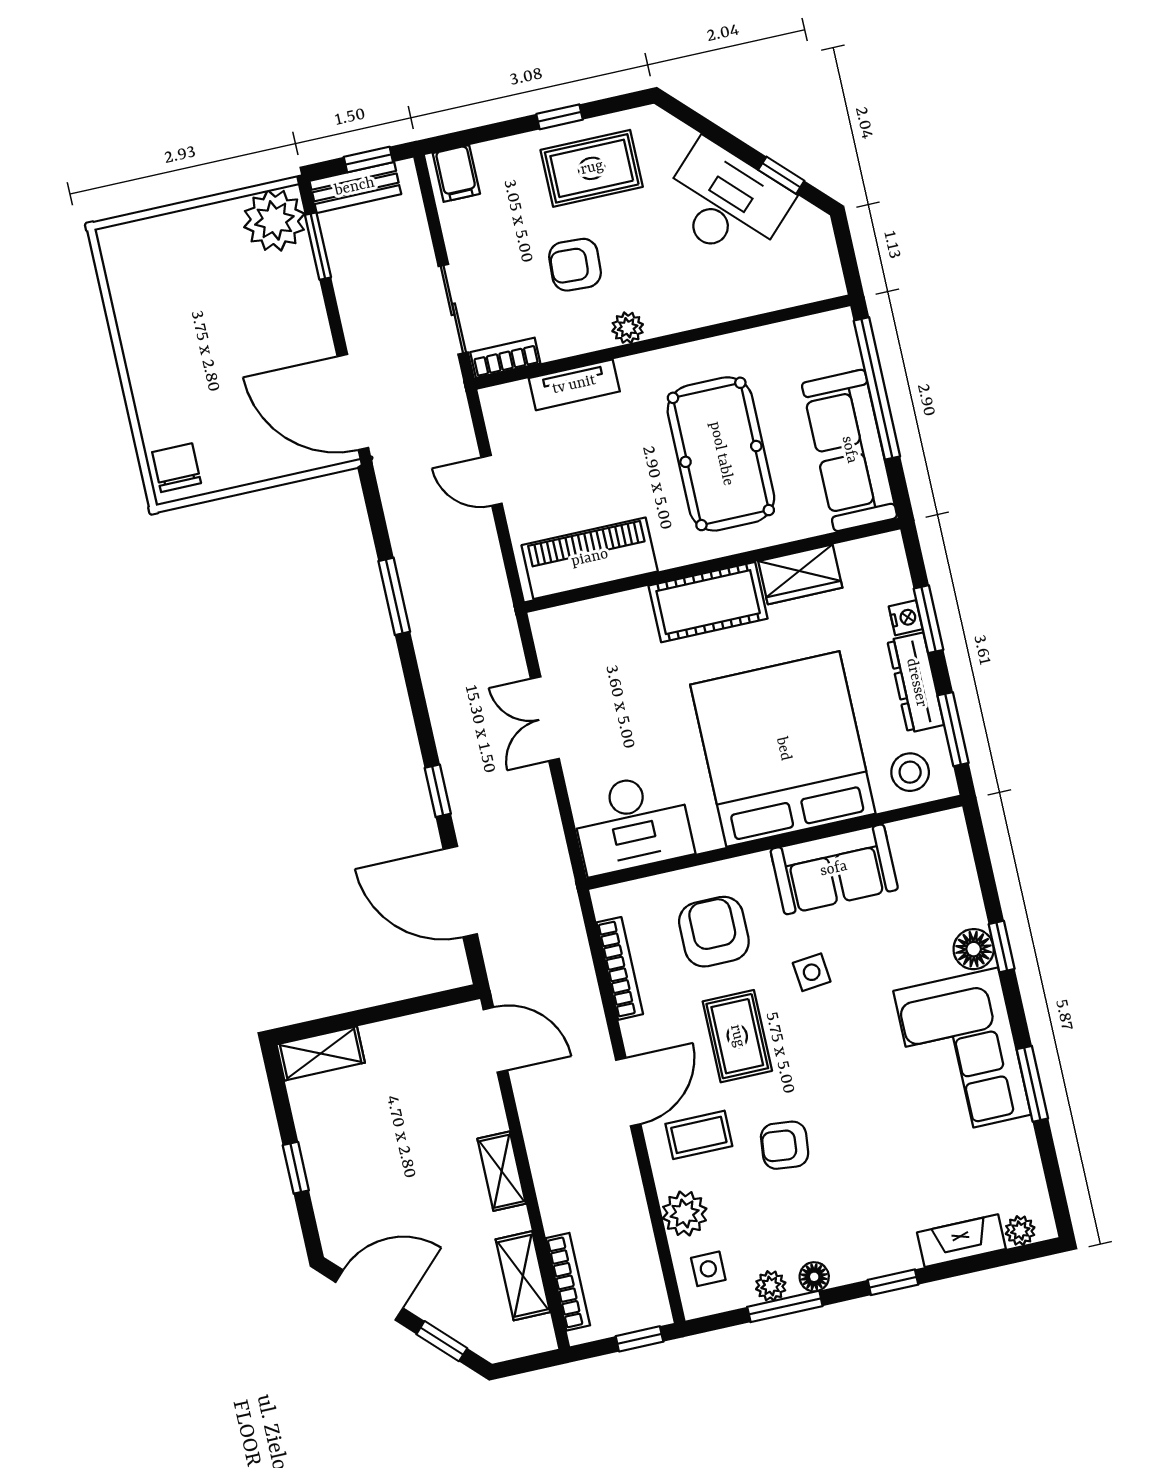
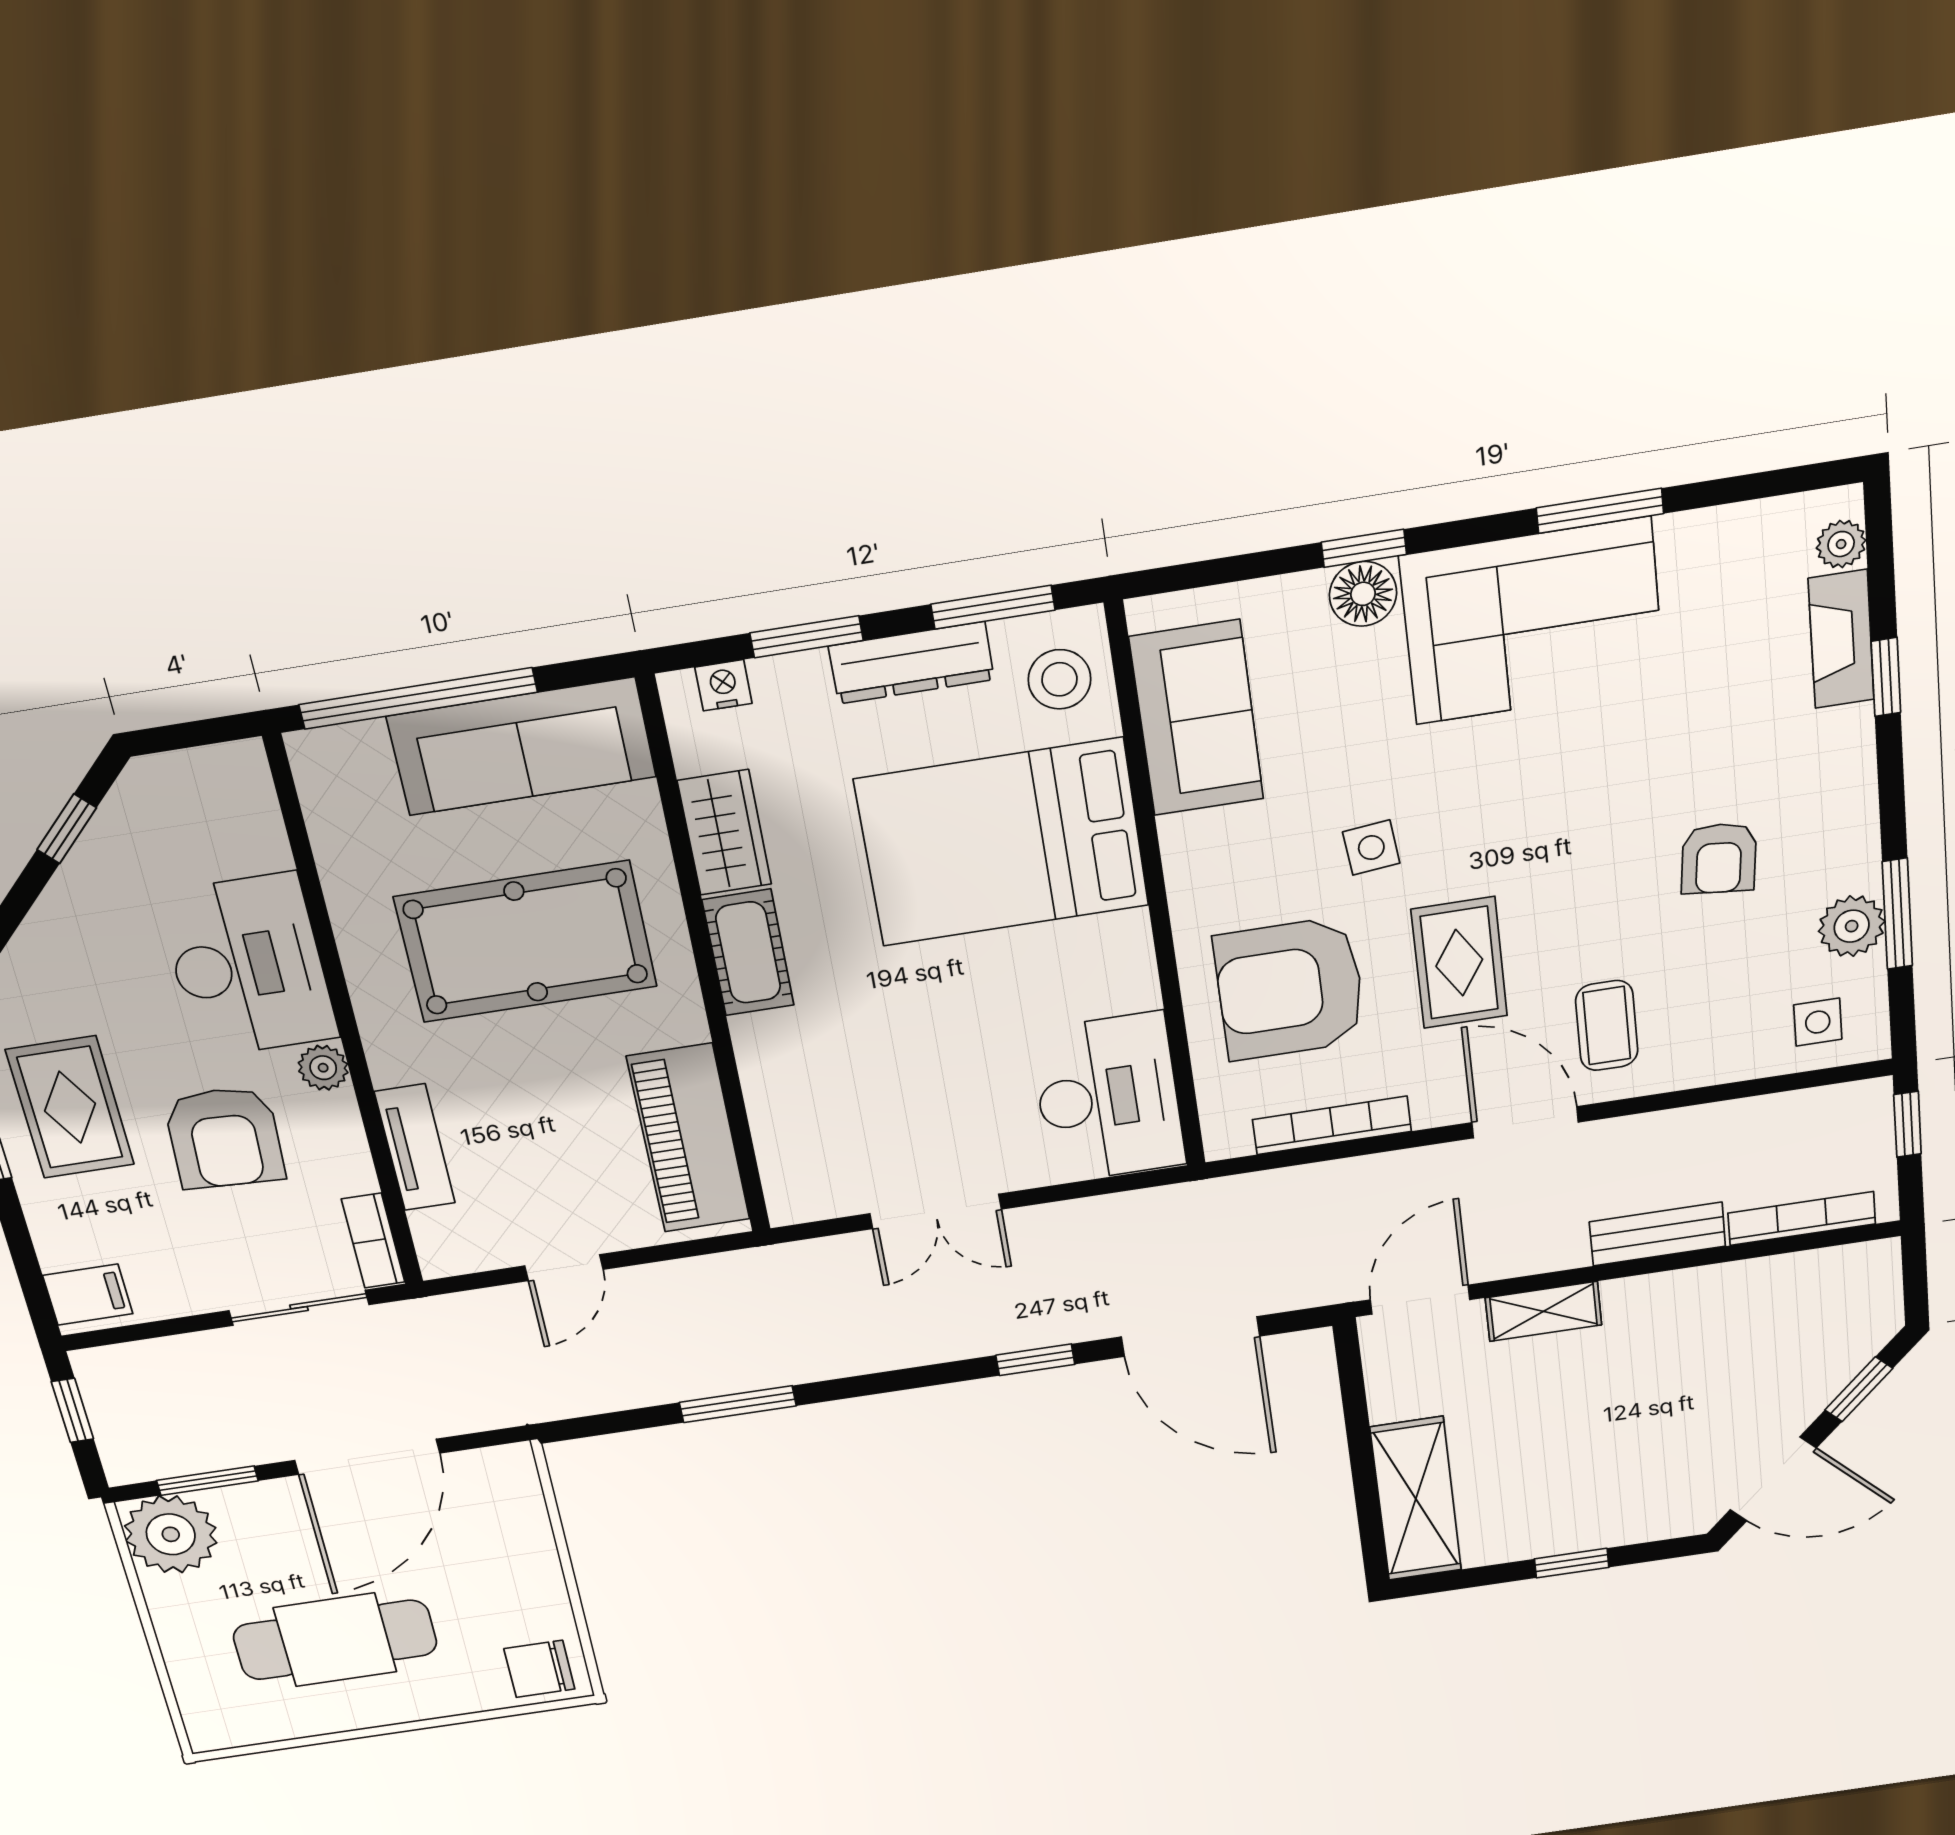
bench: (355, 187) -> (1657, 1234), moved, turned 90
desk: (726, 203) -> (248, 966), moved, turned 135
armchair: (575, 265) -> (225, 1138), width x1.38, depth x1.38
cafe table: (194, 329) -> (335, 1640), added
door: (353, 402) -> (367, 1457), moved
cot: (708, 602) -> (748, 953), width x0.73, depth x0.75
nightstand: (906, 618) -> (723, 685), moved
bed: (783, 749) -> (1002, 843), width x0.73
sofa: (834, 869) -> (1197, 718), moved
door: (460, 892) -> (1191, 1337), hinge flipped
armchair: (714, 932) -> (1290, 989), width x1.36, depth x1.36
rug: (737, 1036) -> (1459, 963), turned 90
shelving: (321, 1054) -> (1416, 1499), width x1.50, depth x1.33
armchair: (785, 1145) -> (1719, 858), moved
shelving: (502, 1171) -> (1543, 1311), moved
plant: (685, 1214) -> (1726, 1052), removed
shelving: (523, 1276) -> (1781, 1279), removed
floor lamp: (814, 1277) -> (1859, 868), removed
window: (893, 1282) -> (1886, 677), moved
plant: (771, 1286) -> (1852, 926), width x1.38, depth x1.38
door: (369, 1295) -> (1773, 1479), swing flipped

